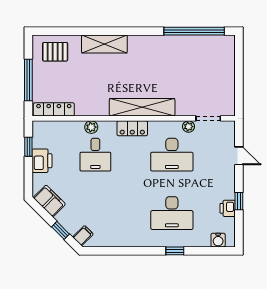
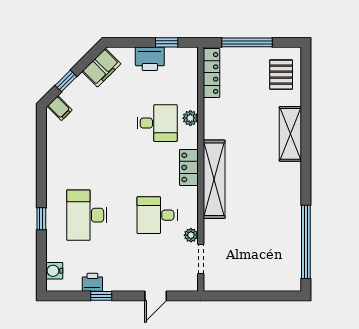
desk: (95, 155) -> (157, 123), turned 180
desk: (172, 155) -> (157, 215), width x0.73

